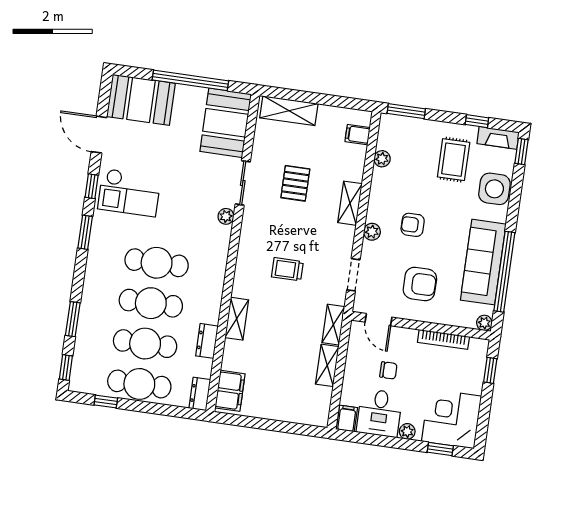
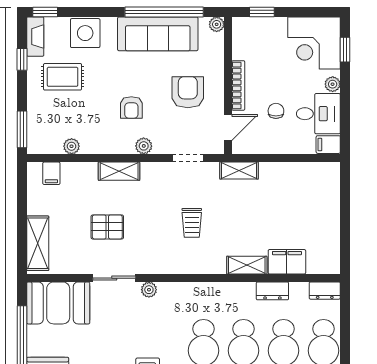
bookcase: (443, 339) -> (238, 85), moved
shelving: (327, 365) -> (279, 171), removed
filing cabinet: (230, 391) -> (287, 262), moved

